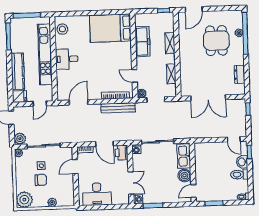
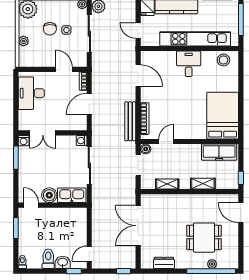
freezer: (143, 42) -> (219, 152), moved
printer: (121, 153) -> (78, 123), removed

